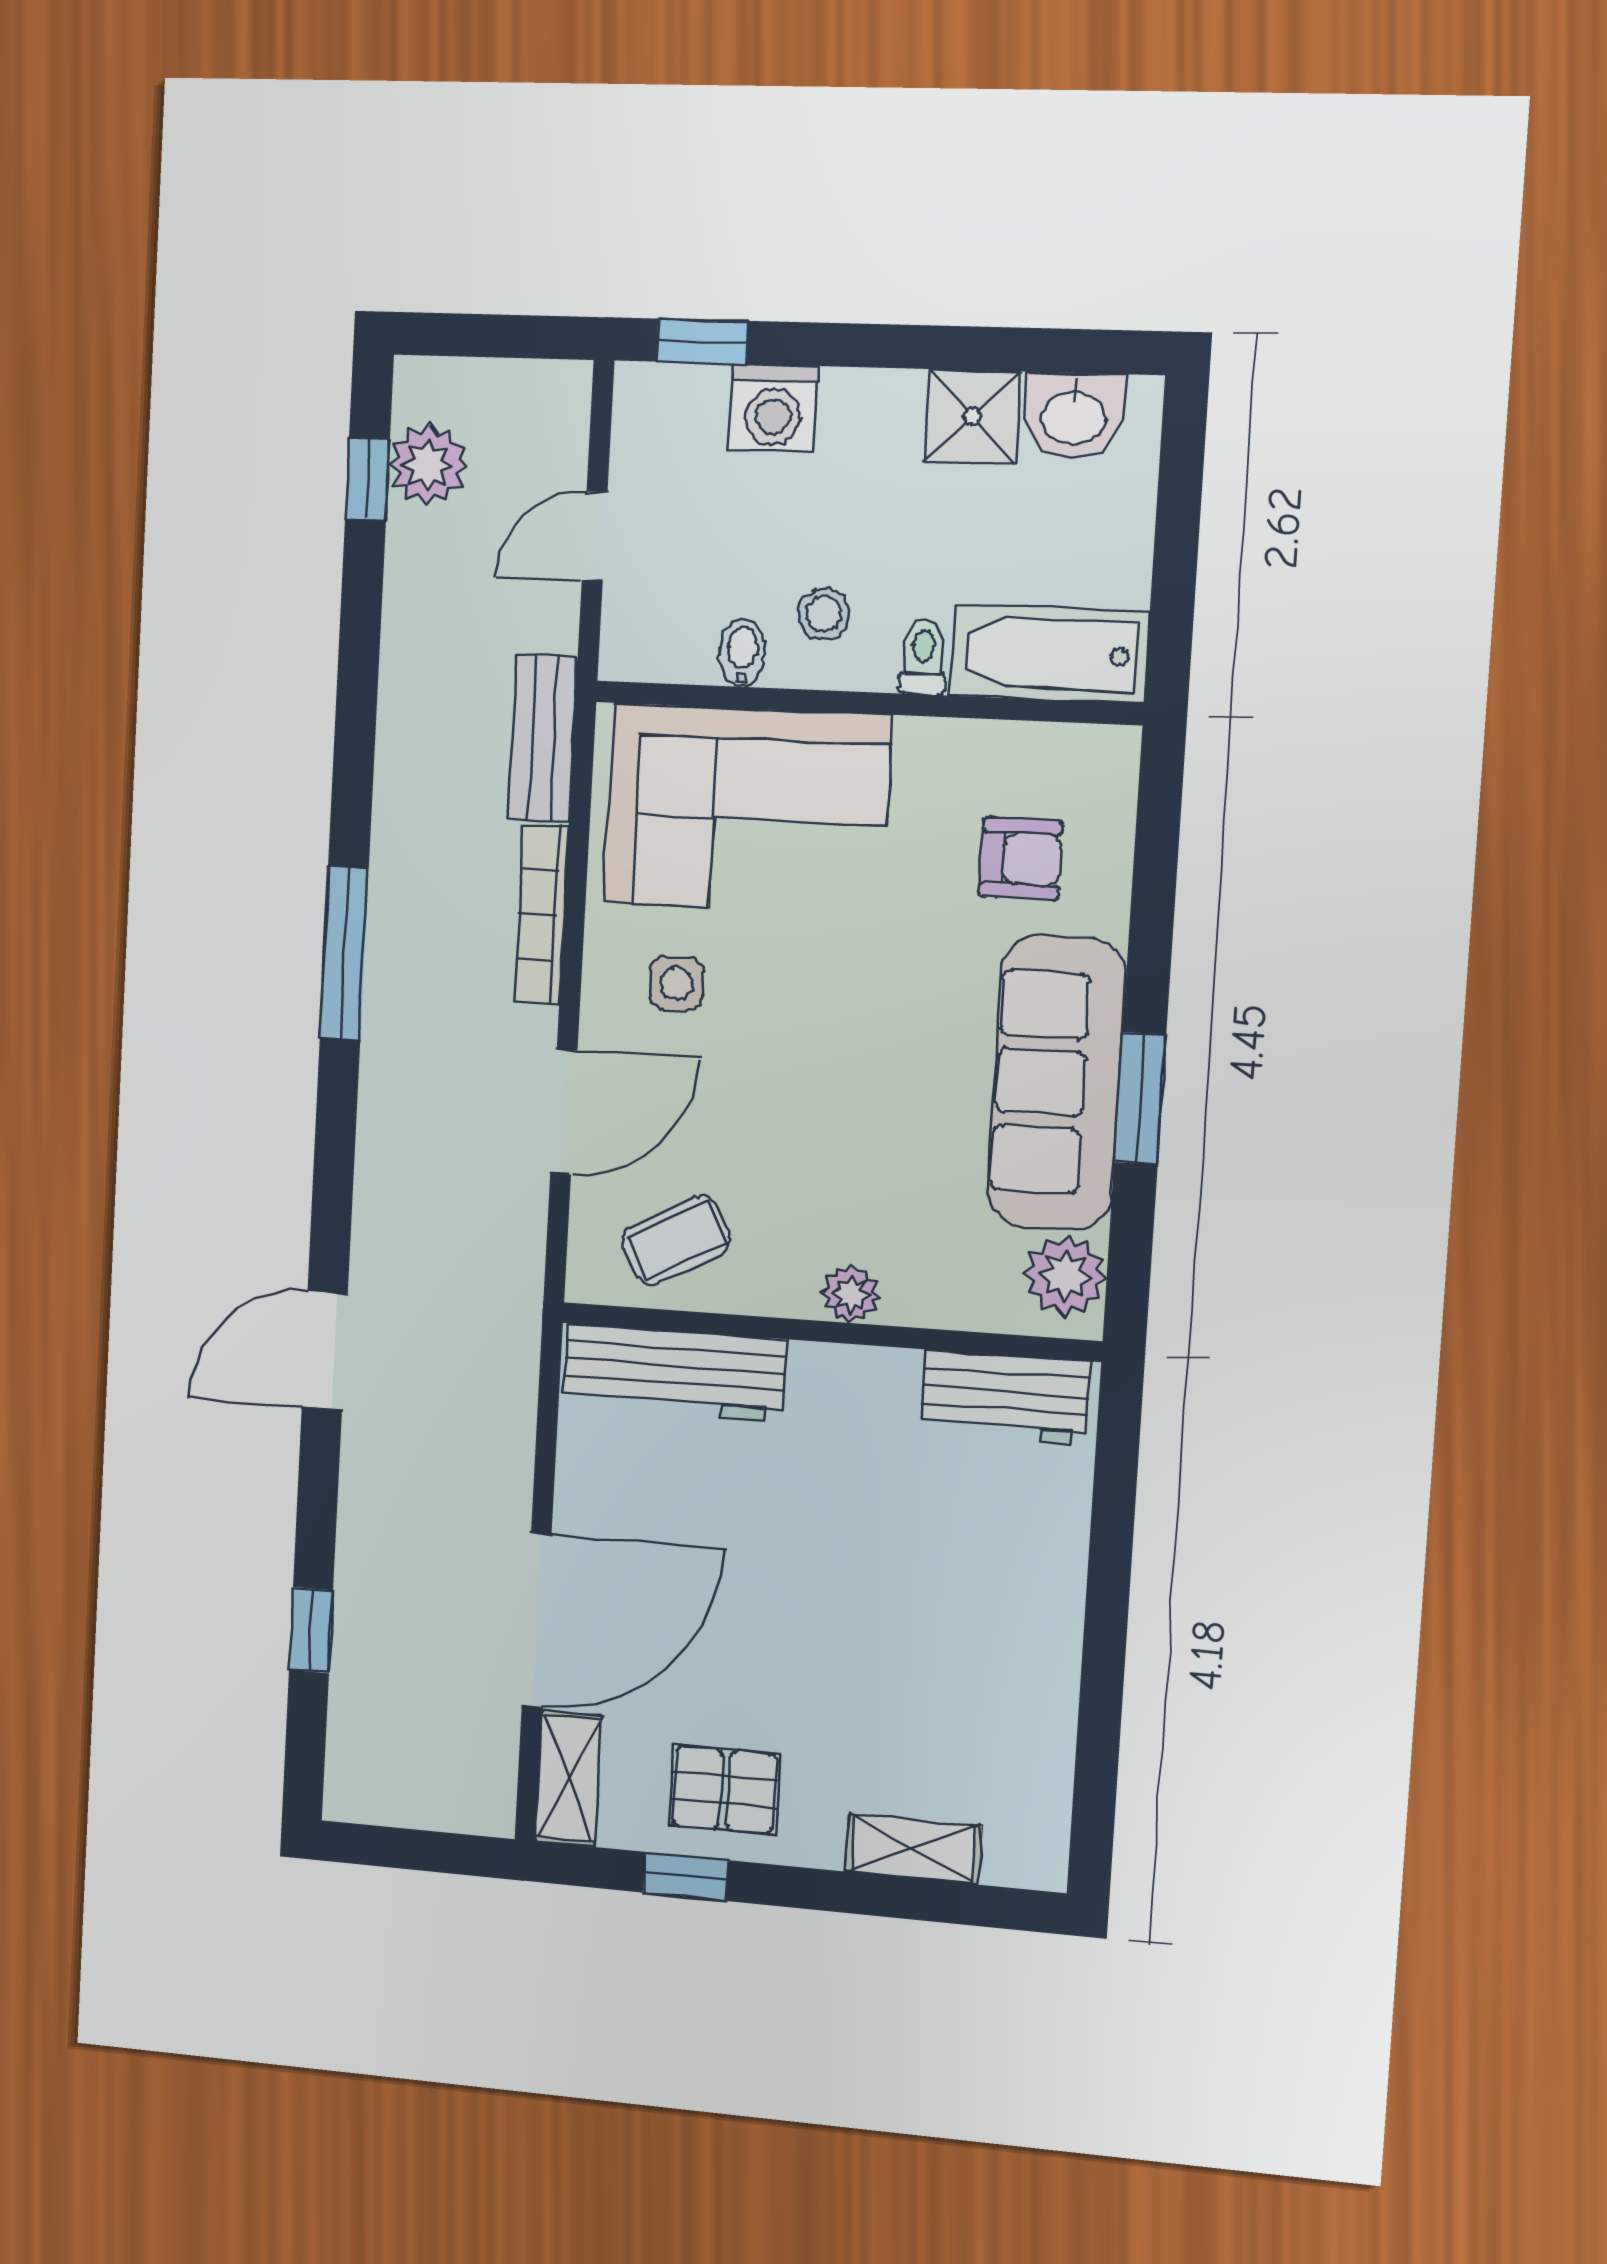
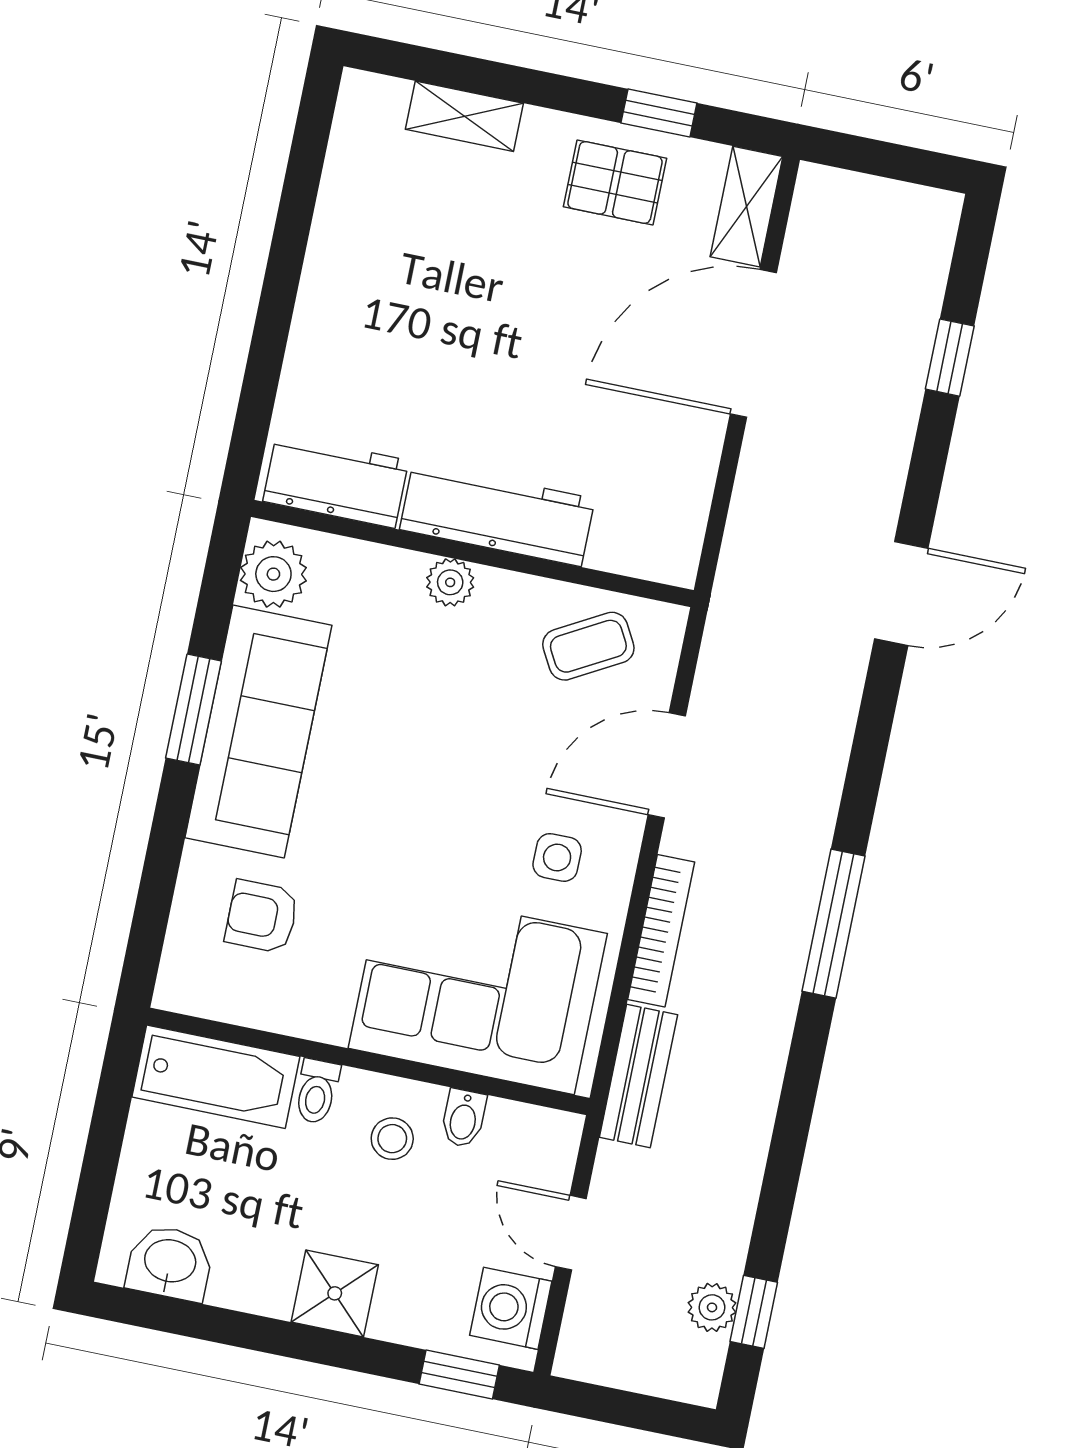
washing machine: (773, 408) -> (511, 1308), moved, turned -90
shower: (972, 416) -> (335, 1293), moved
plant: (428, 465) -> (712, 1307), width x0.73, depth x0.73
door: (595, 536) -> (571, 1233), swing flipped
workbench: (674, 1373) -> (497, 514), moved

